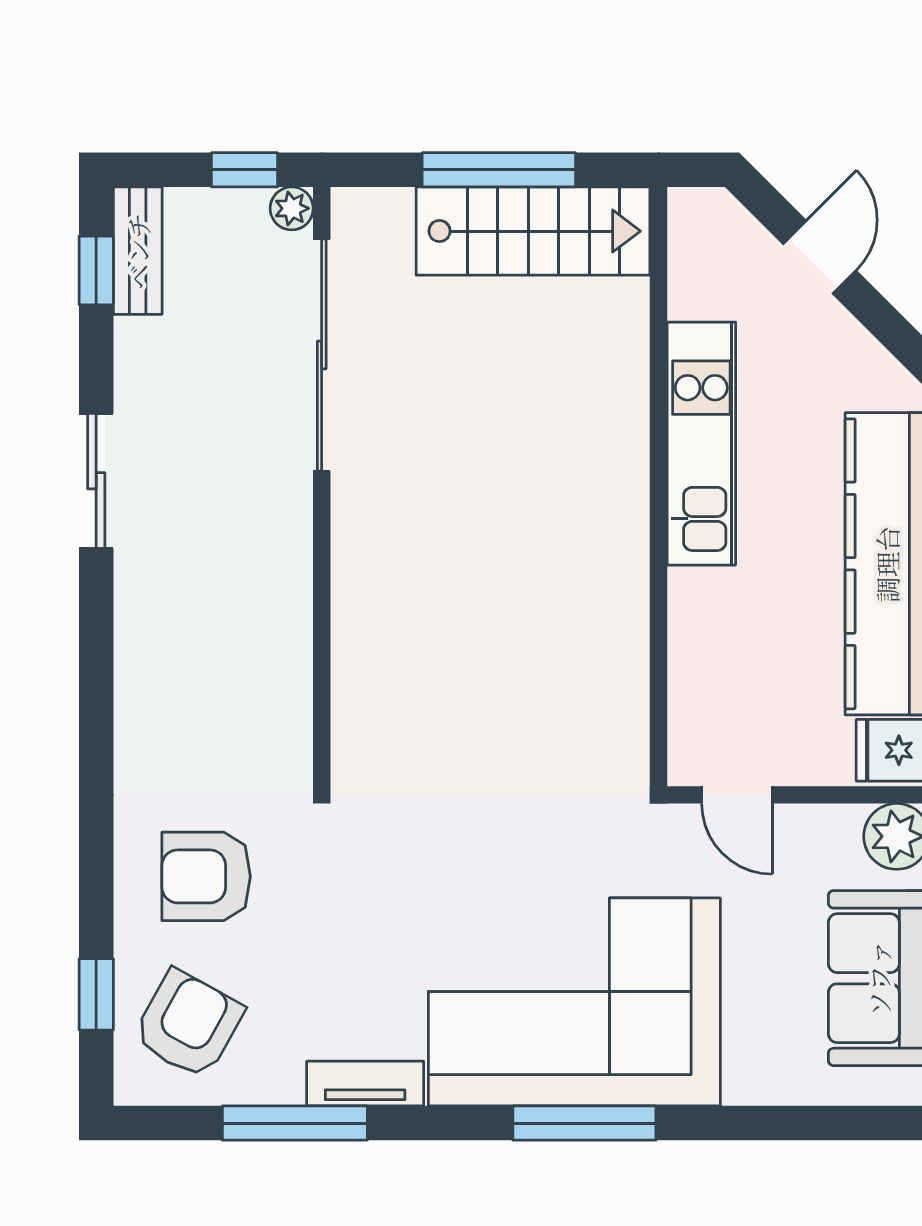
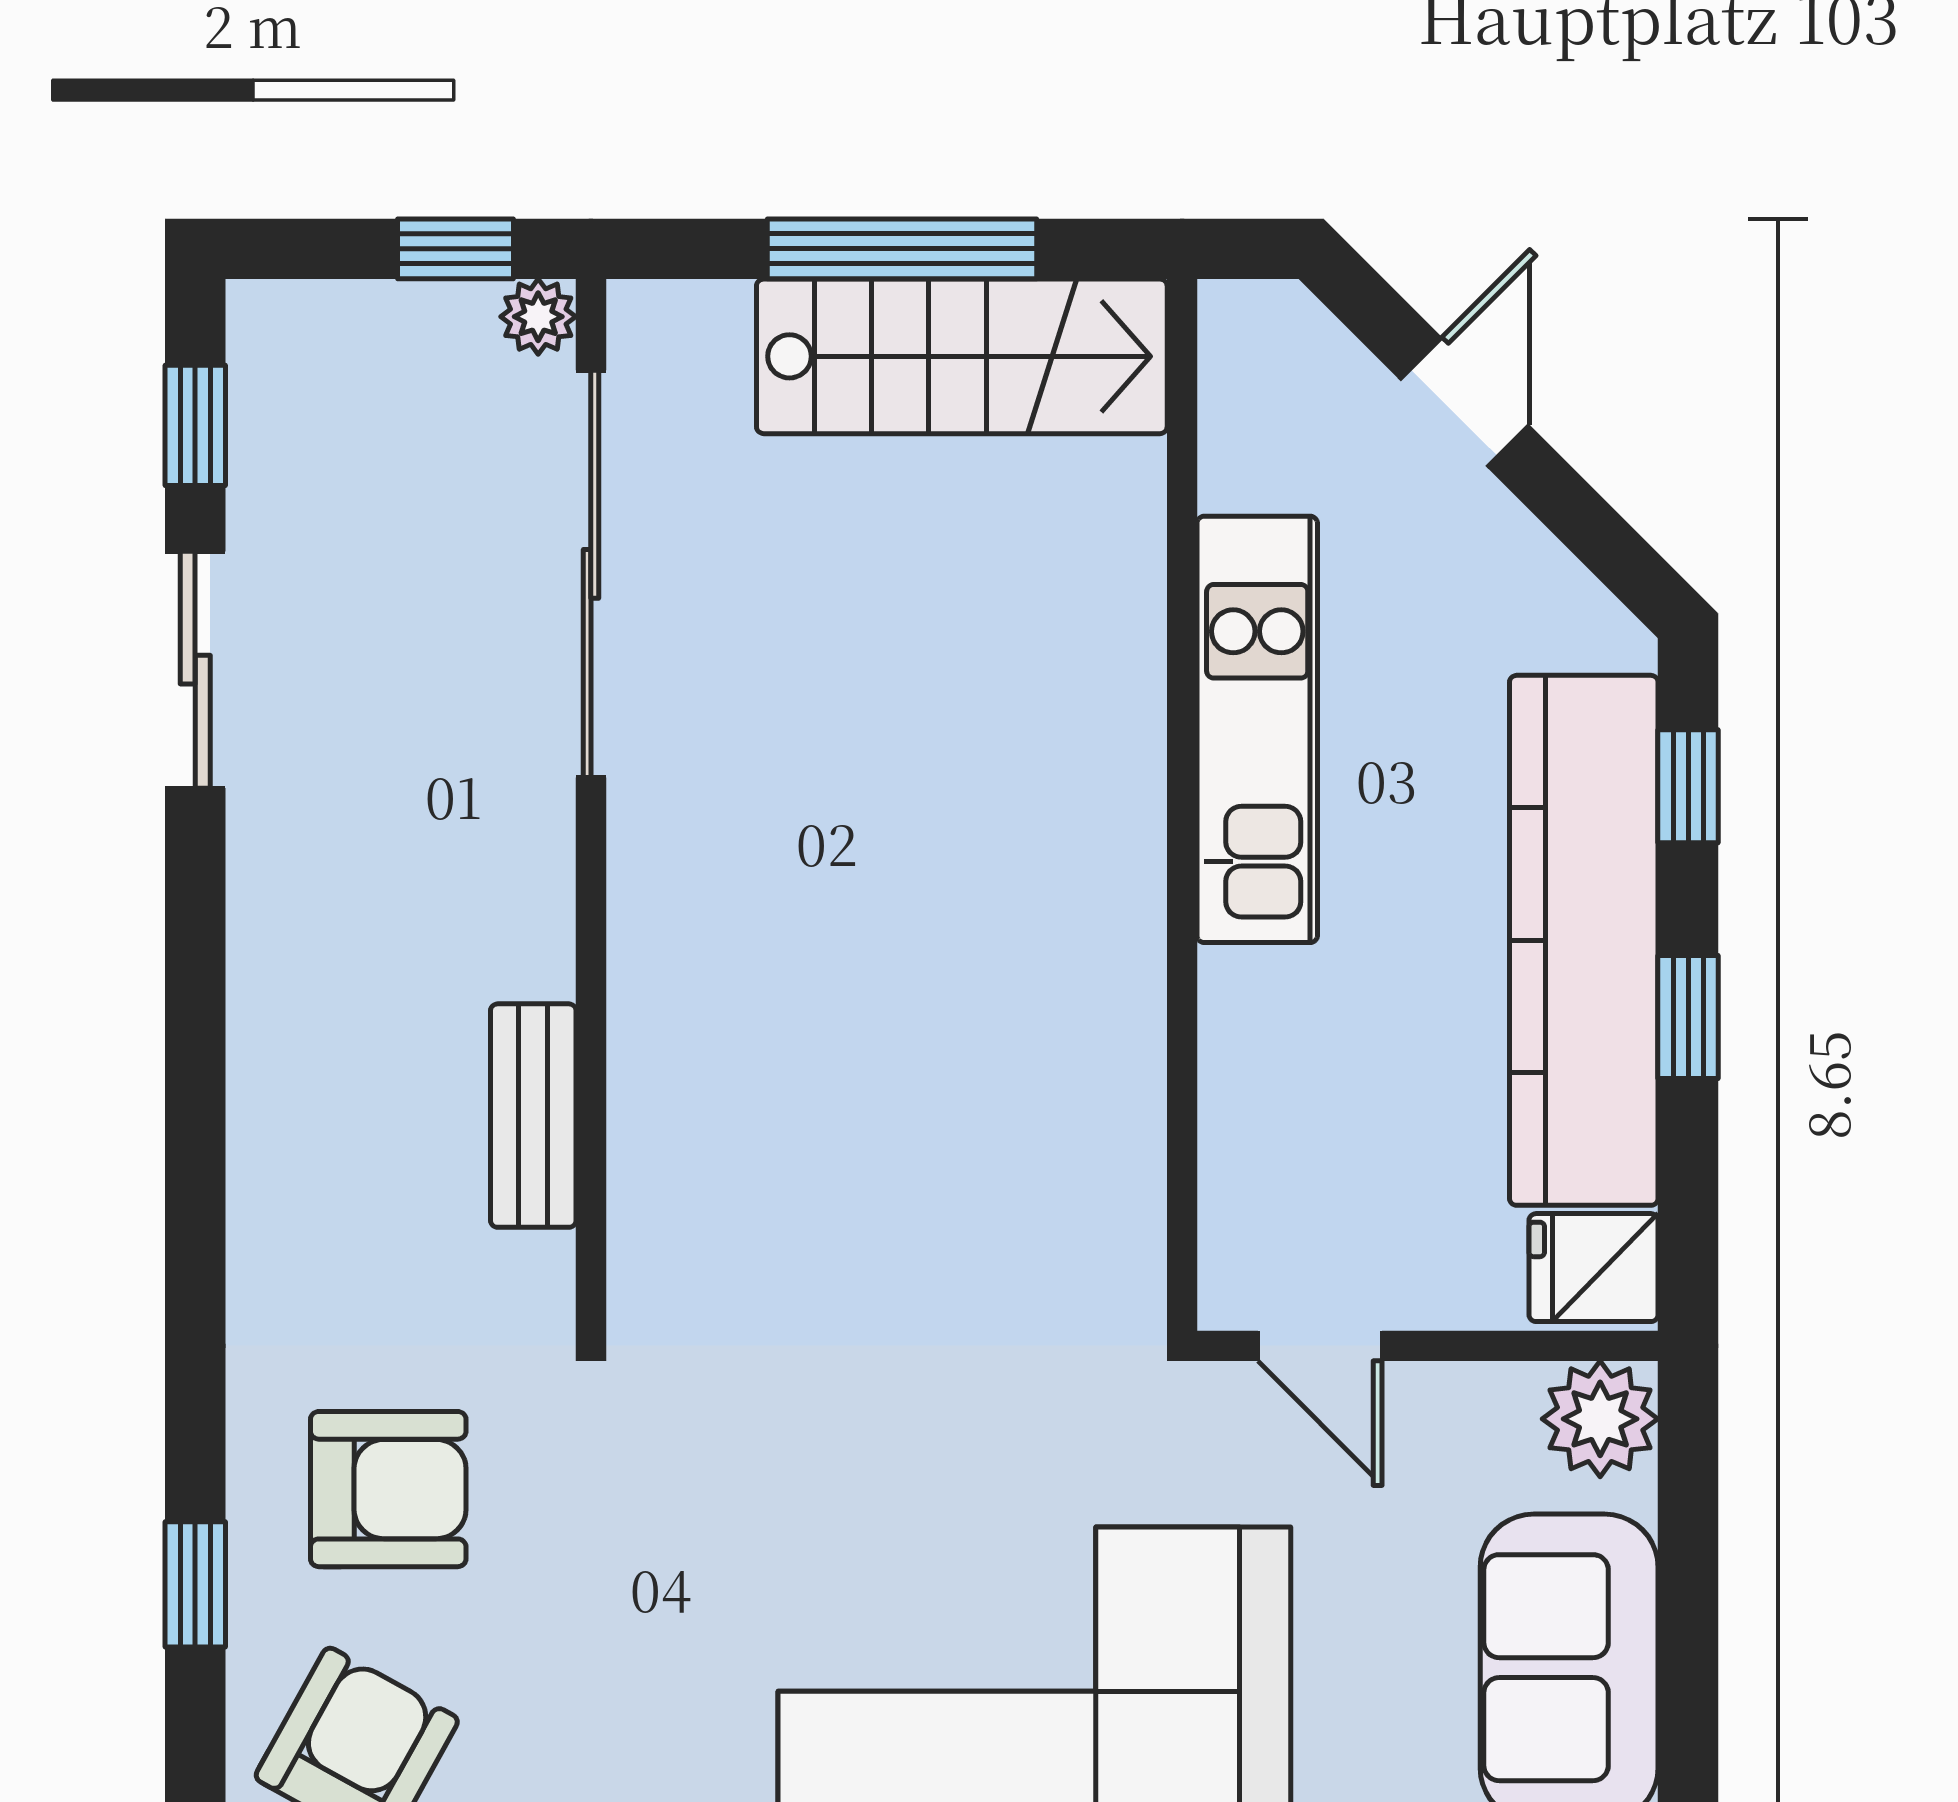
bench: (138, 251) -> (533, 1116), moved
sliding door: (96, 481) -> (195, 670), moved
armchair: (206, 876) -> (388, 1489), turned 180
window: (96, 994) -> (195, 1584), moved

